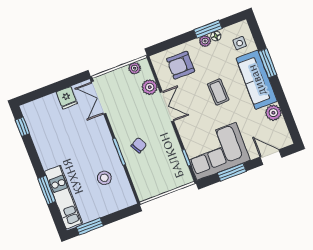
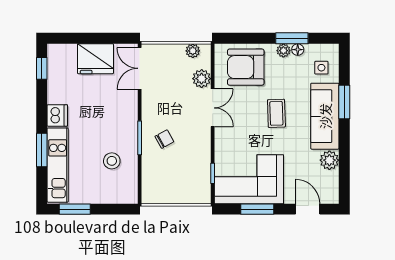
armchair: (181, 65) -> (246, 67), width x1.36, depth x1.36
fridge: (67, 98) -> (95, 59), width x1.88, depth x1.34
dishwasher: (48, 159) -> (57, 115), added

